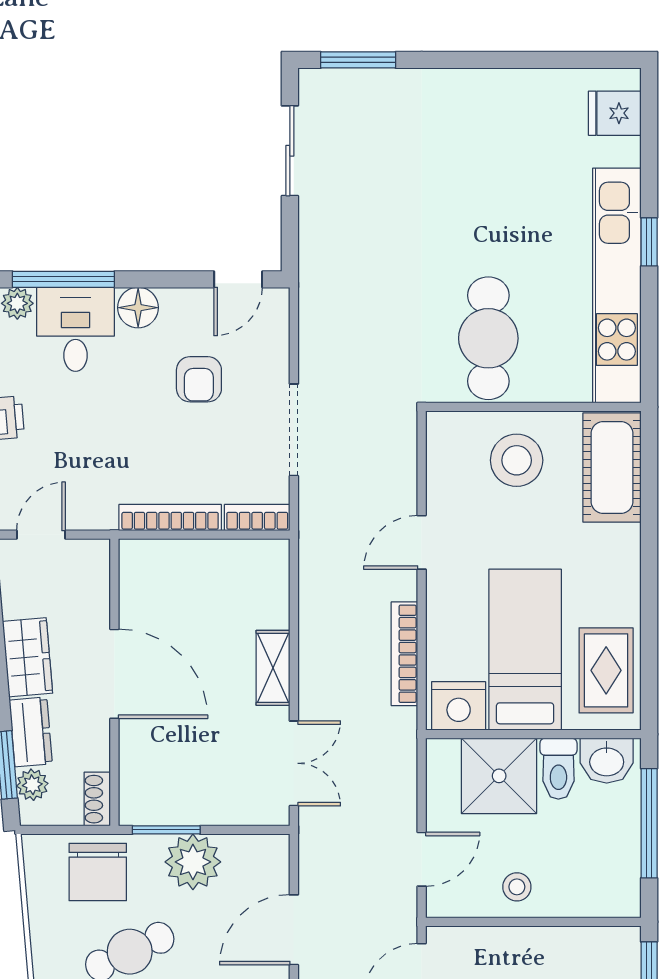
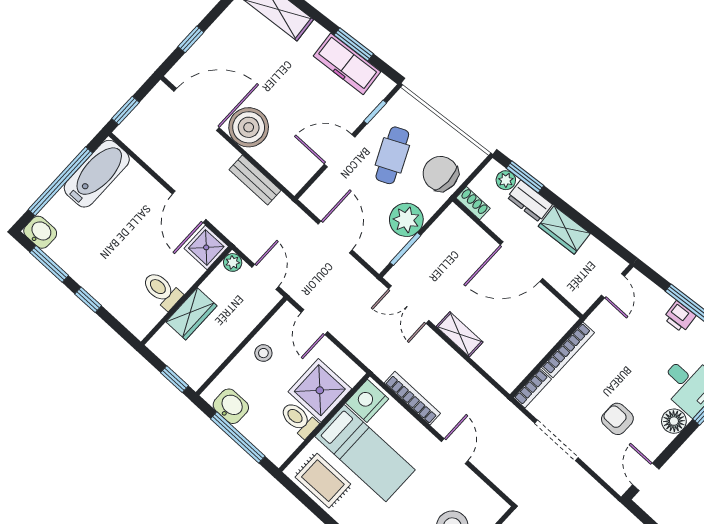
washbasin: (607, 761) -> (231, 406), moved, turned 90
window: (166, 830) -> (405, 249), moved

